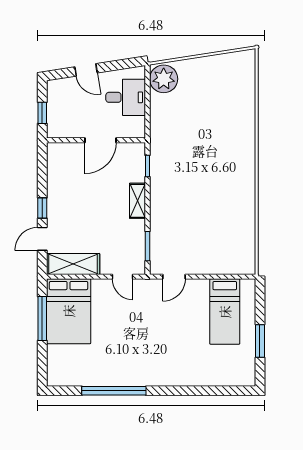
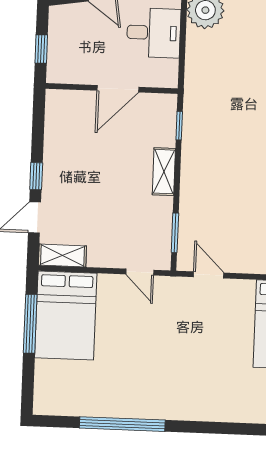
shelving: (73, 264) -> (62, 256), width x0.67, depth x0.75
door: (174, 277) -> (209, 275), swing flipped

